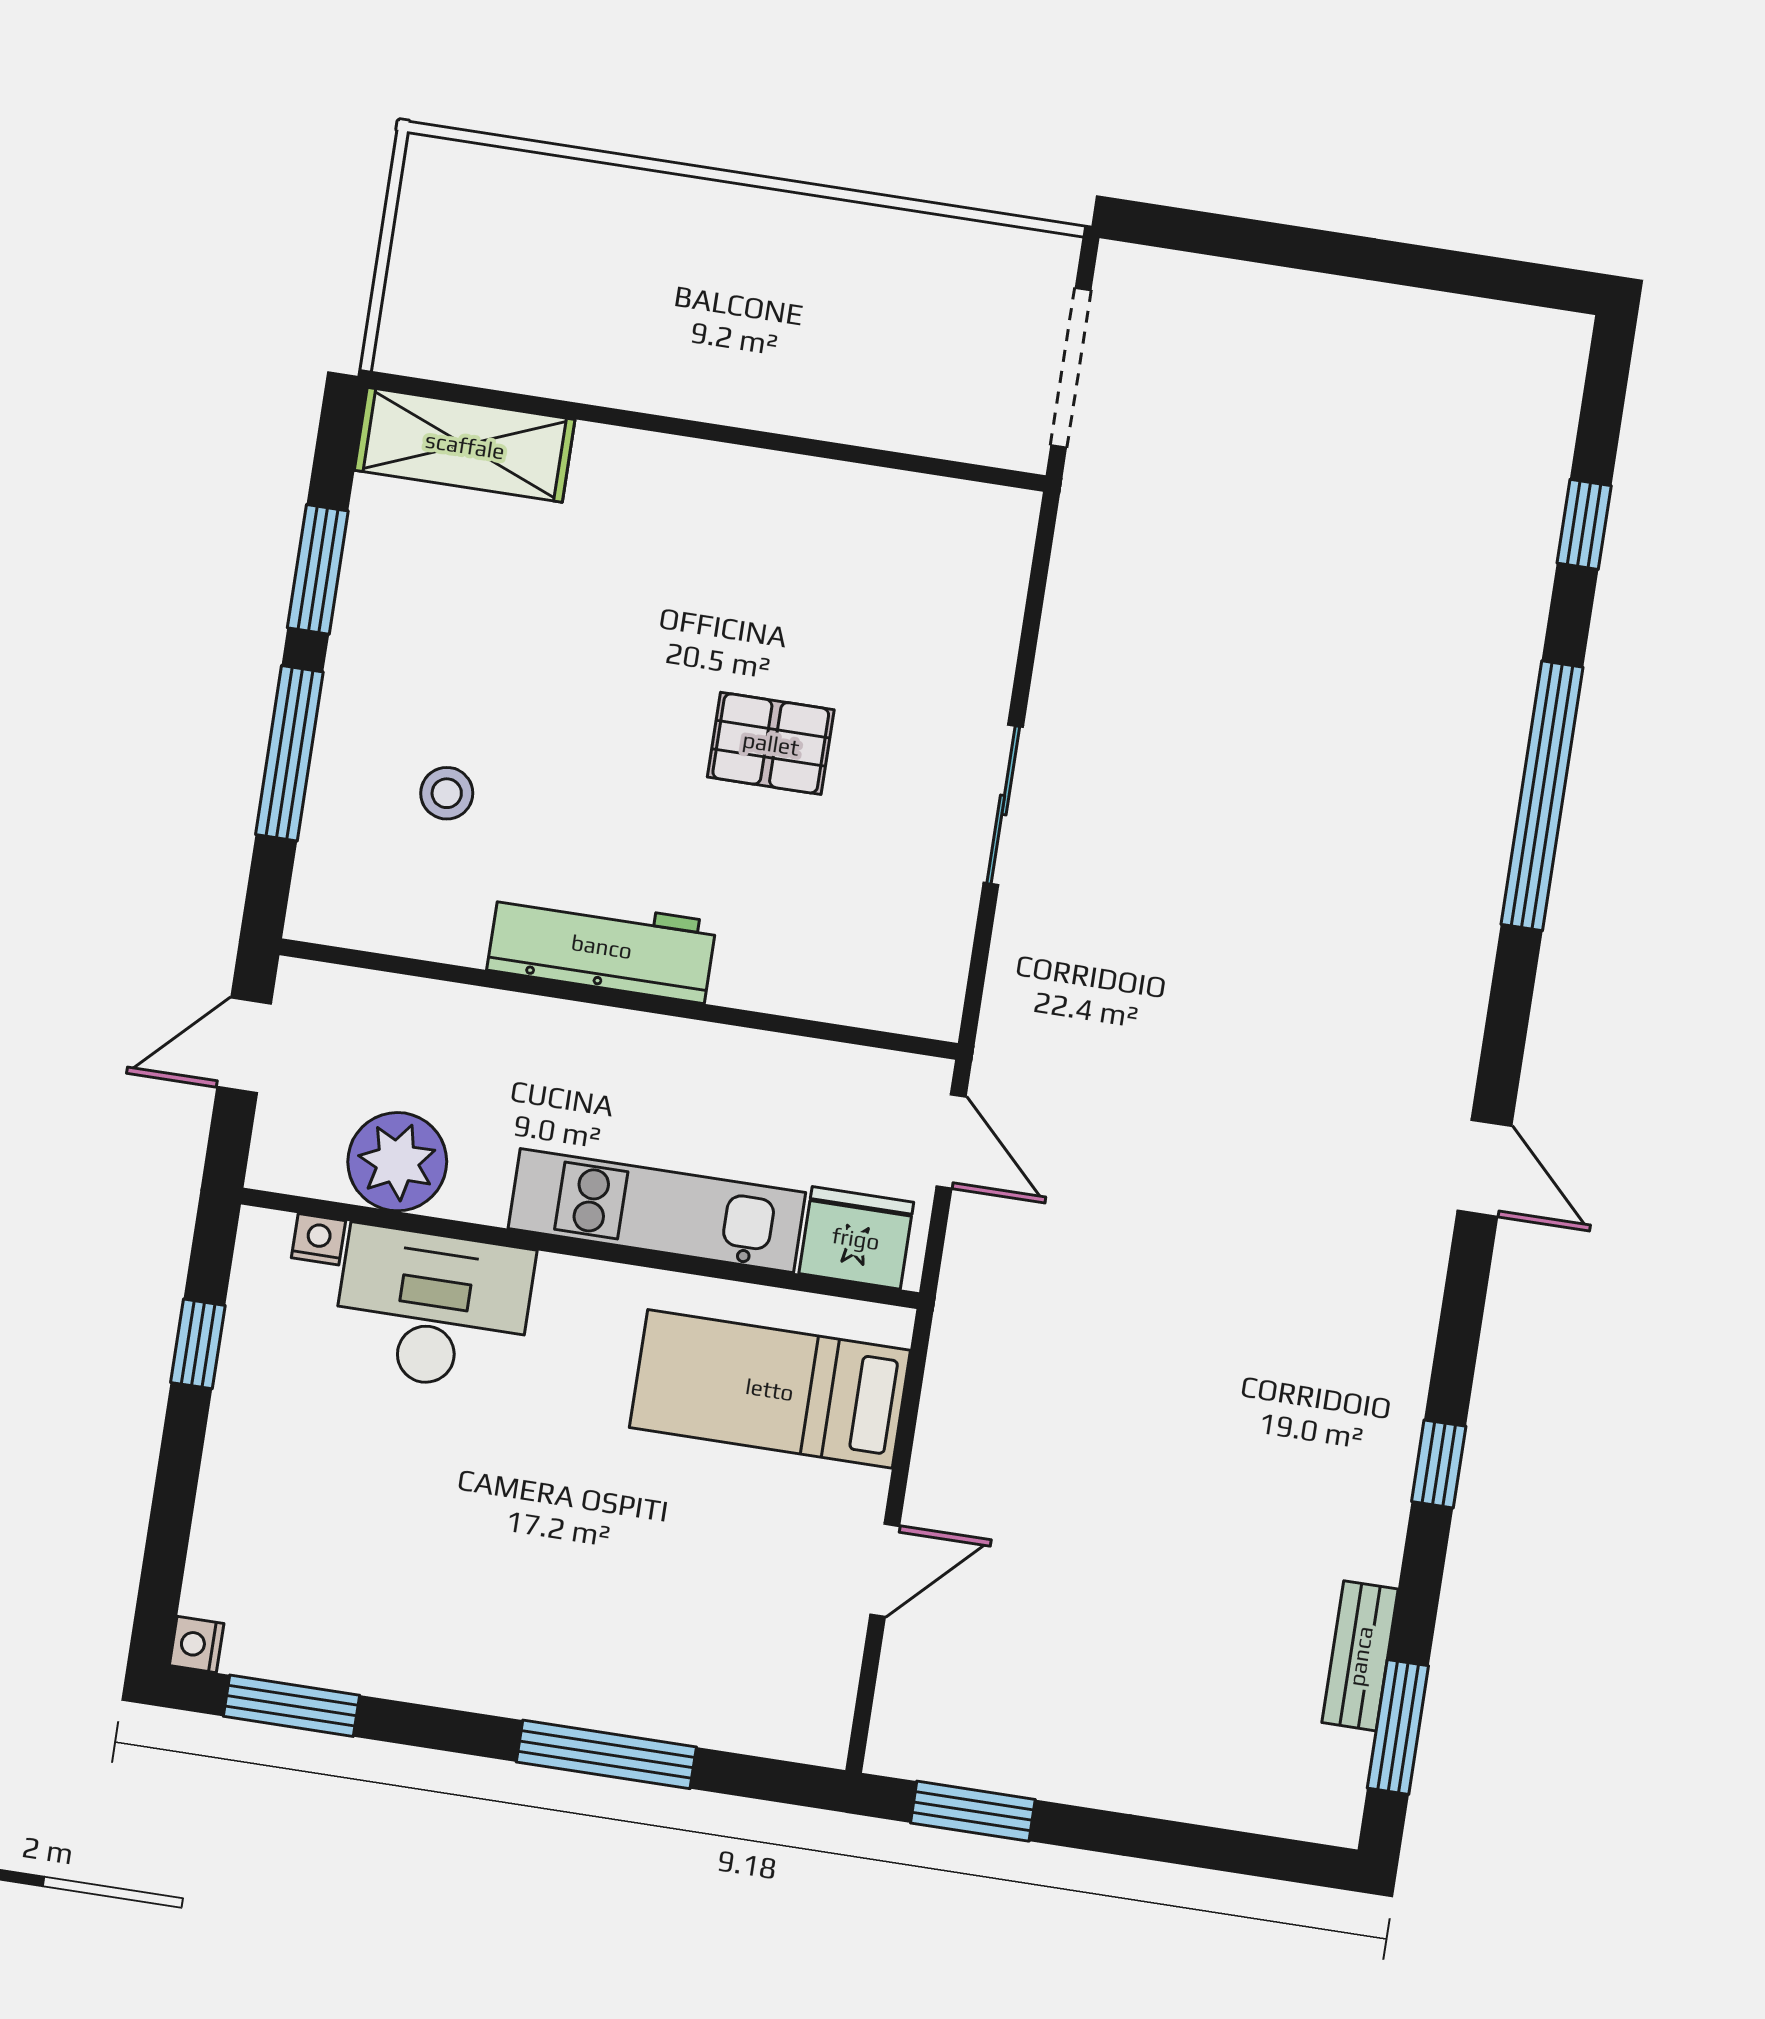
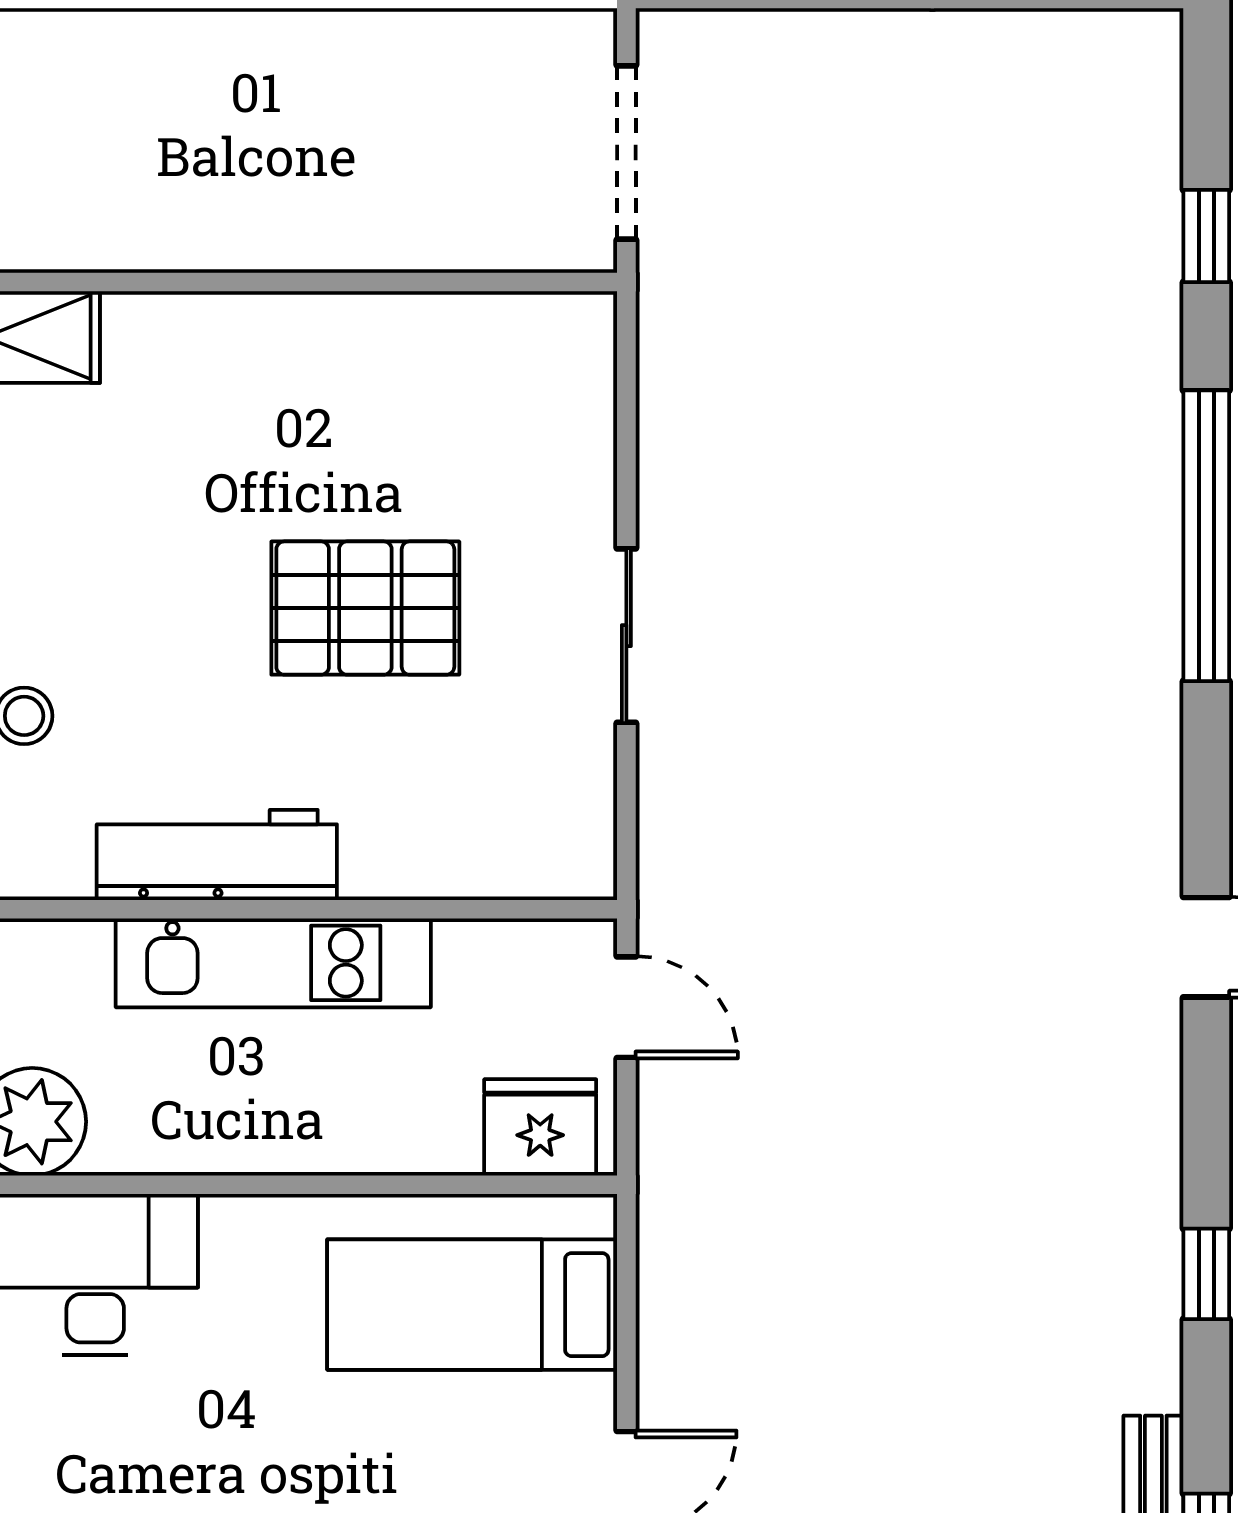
pallet: (771, 743) -> (365, 608), width x1.50, depth x1.42
kitchen unit: (657, 1211) -> (273, 963), moved, turned 180

